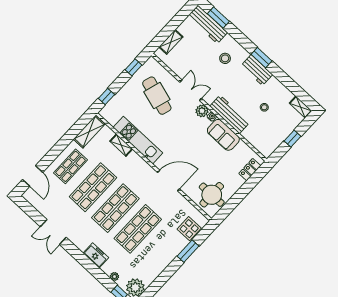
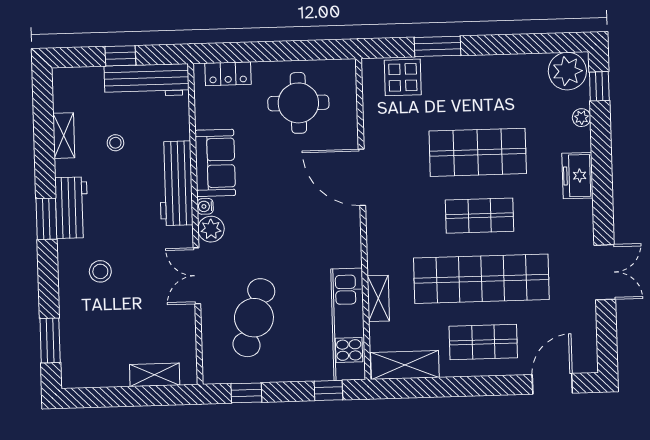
workbench: (208, 24) -> (147, 80), moved, turned 90
shelving: (301, 107) -> (64, 136), moved
kitchen unit: (138, 140) -> (348, 324), moved
shop shelf: (93, 187) -> (481, 279), width x1.40
round table: (212, 195) -> (298, 103), moved
shop shelf: (115, 208) -> (480, 216), width x0.70, depth x0.74

